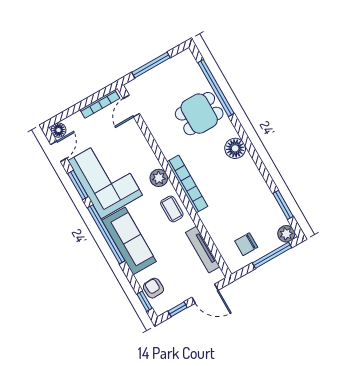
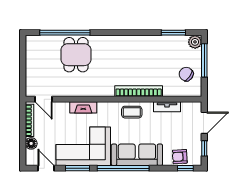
window: (151, 65) -> (23, 69), removed
floor lamp: (59, 130) -> (31, 143), moved
floor lamp: (235, 148) -> (115, 43), removed
fireplace: (147, 154) -> (83, 107), added
plant: (159, 178) -> (105, 109), removed
bookcase: (187, 184) -> (139, 91), moved
chair: (246, 244) -> (186, 74), turned 126
tv unit: (203, 250) -> (167, 107), width x0.71

